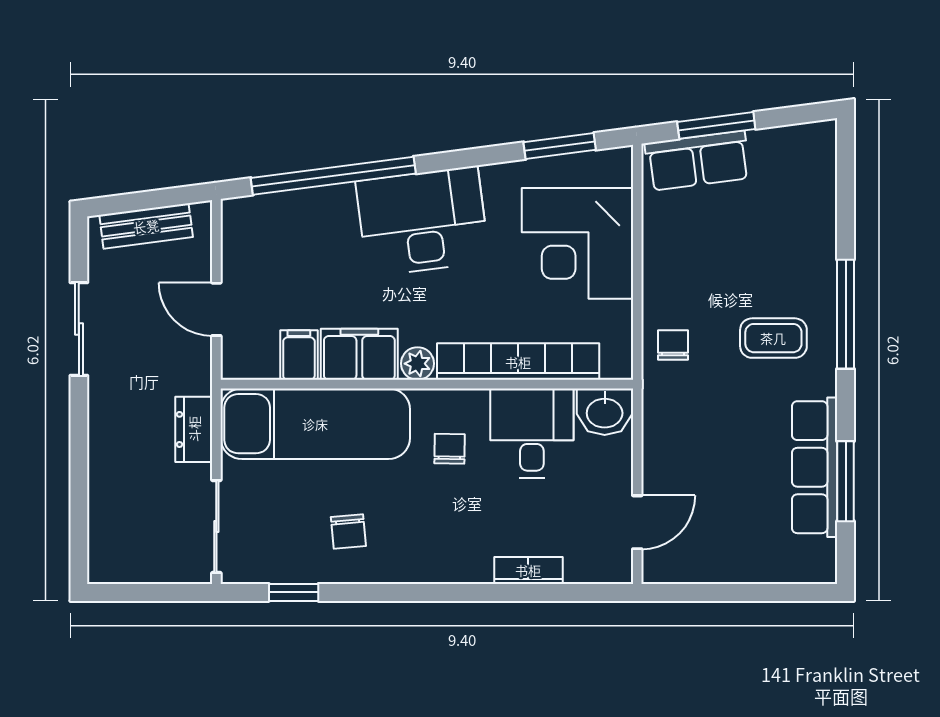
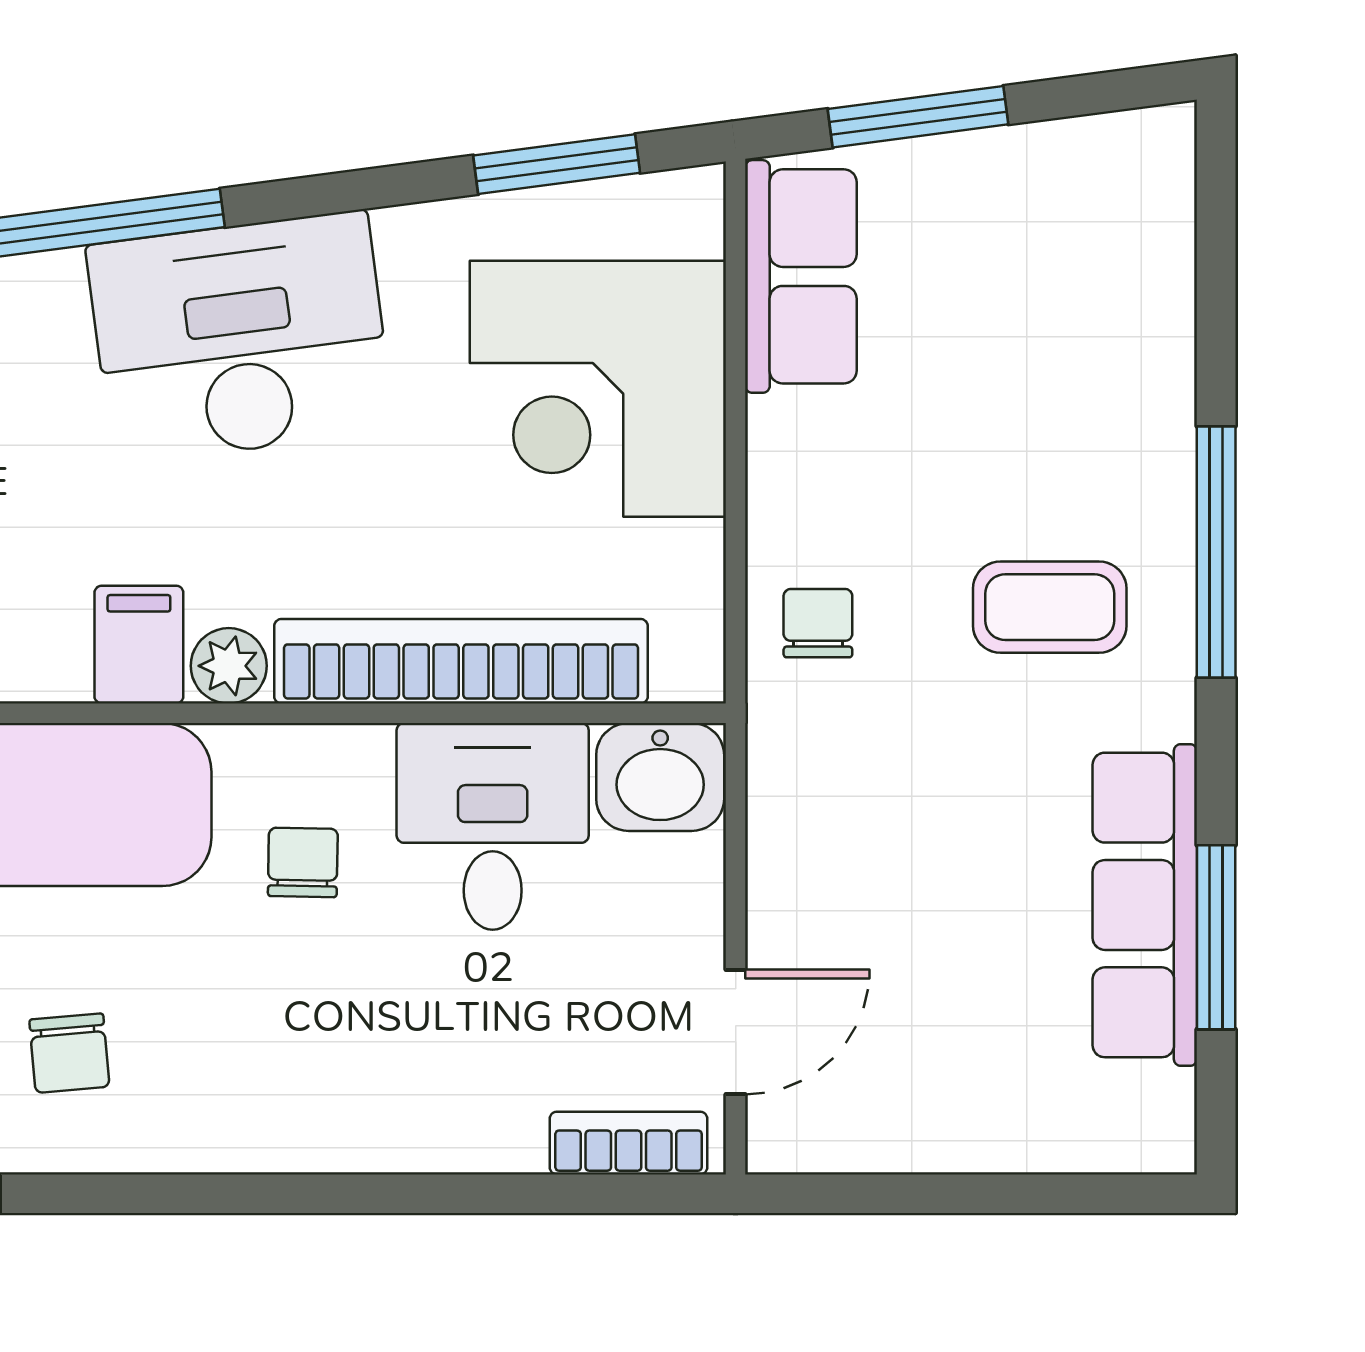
row of seats: (698, 161) -> (801, 276), moved, turned -83
filing cabinet: (359, 354) -> (139, 645), width x0.50
bookcase: (528, 570) -> (629, 1143), moved

